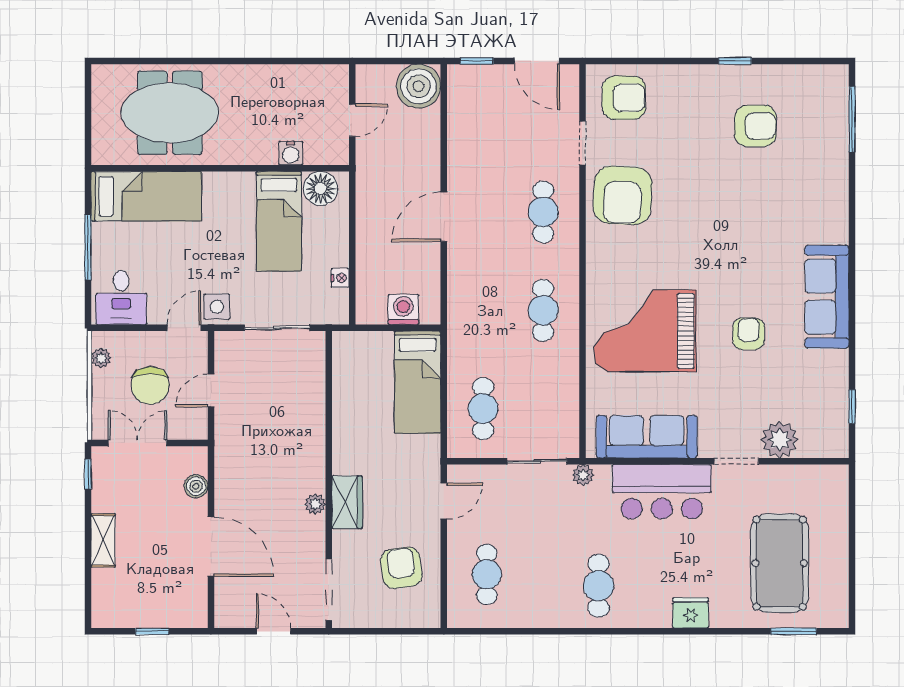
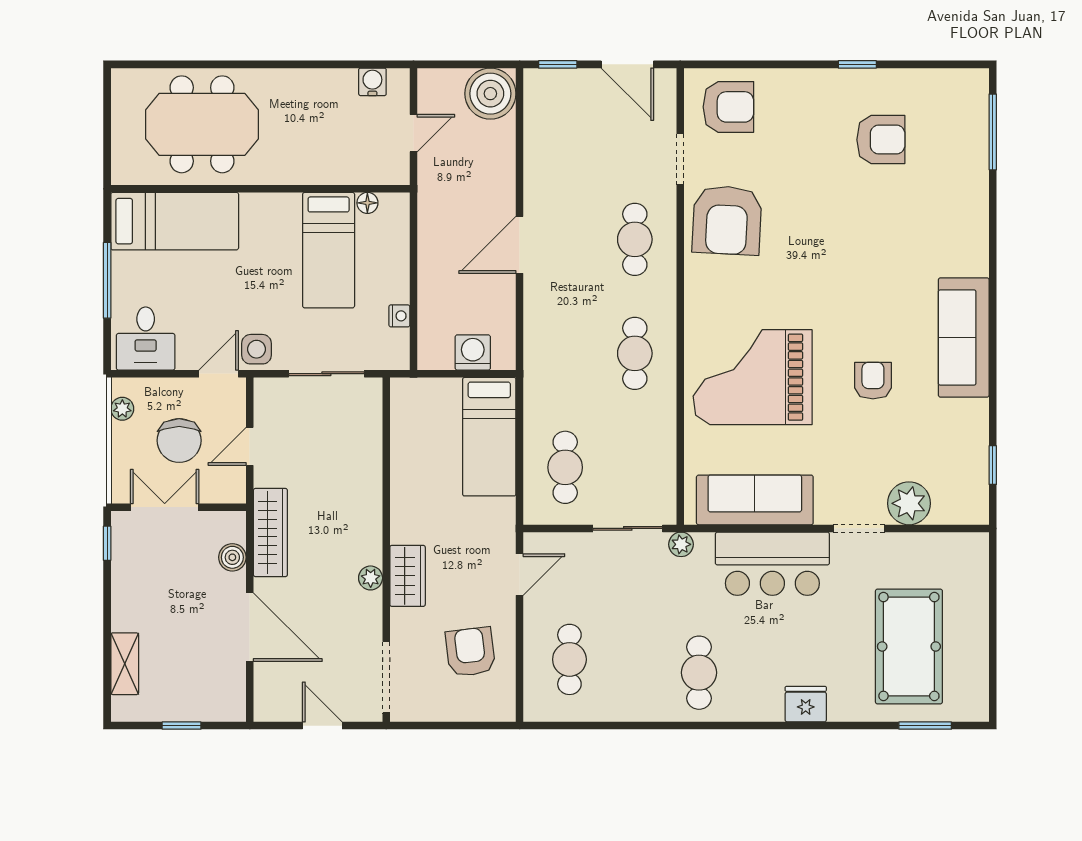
water cooler: (291, 153) -> (372, 82), moved, turned 180
floor lamp: (321, 189) -> (367, 203), width x0.53, depth x0.53
wardrobe: (229, 465) -> (270, 533), added
shelving: (103, 540) -> (125, 664), moved

